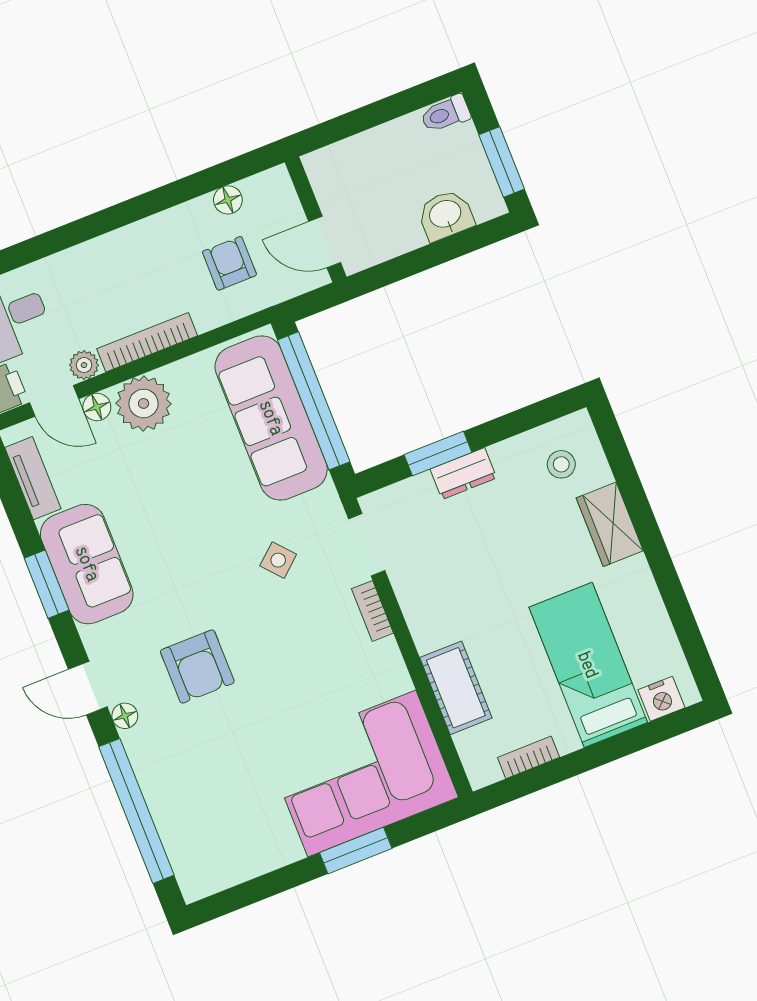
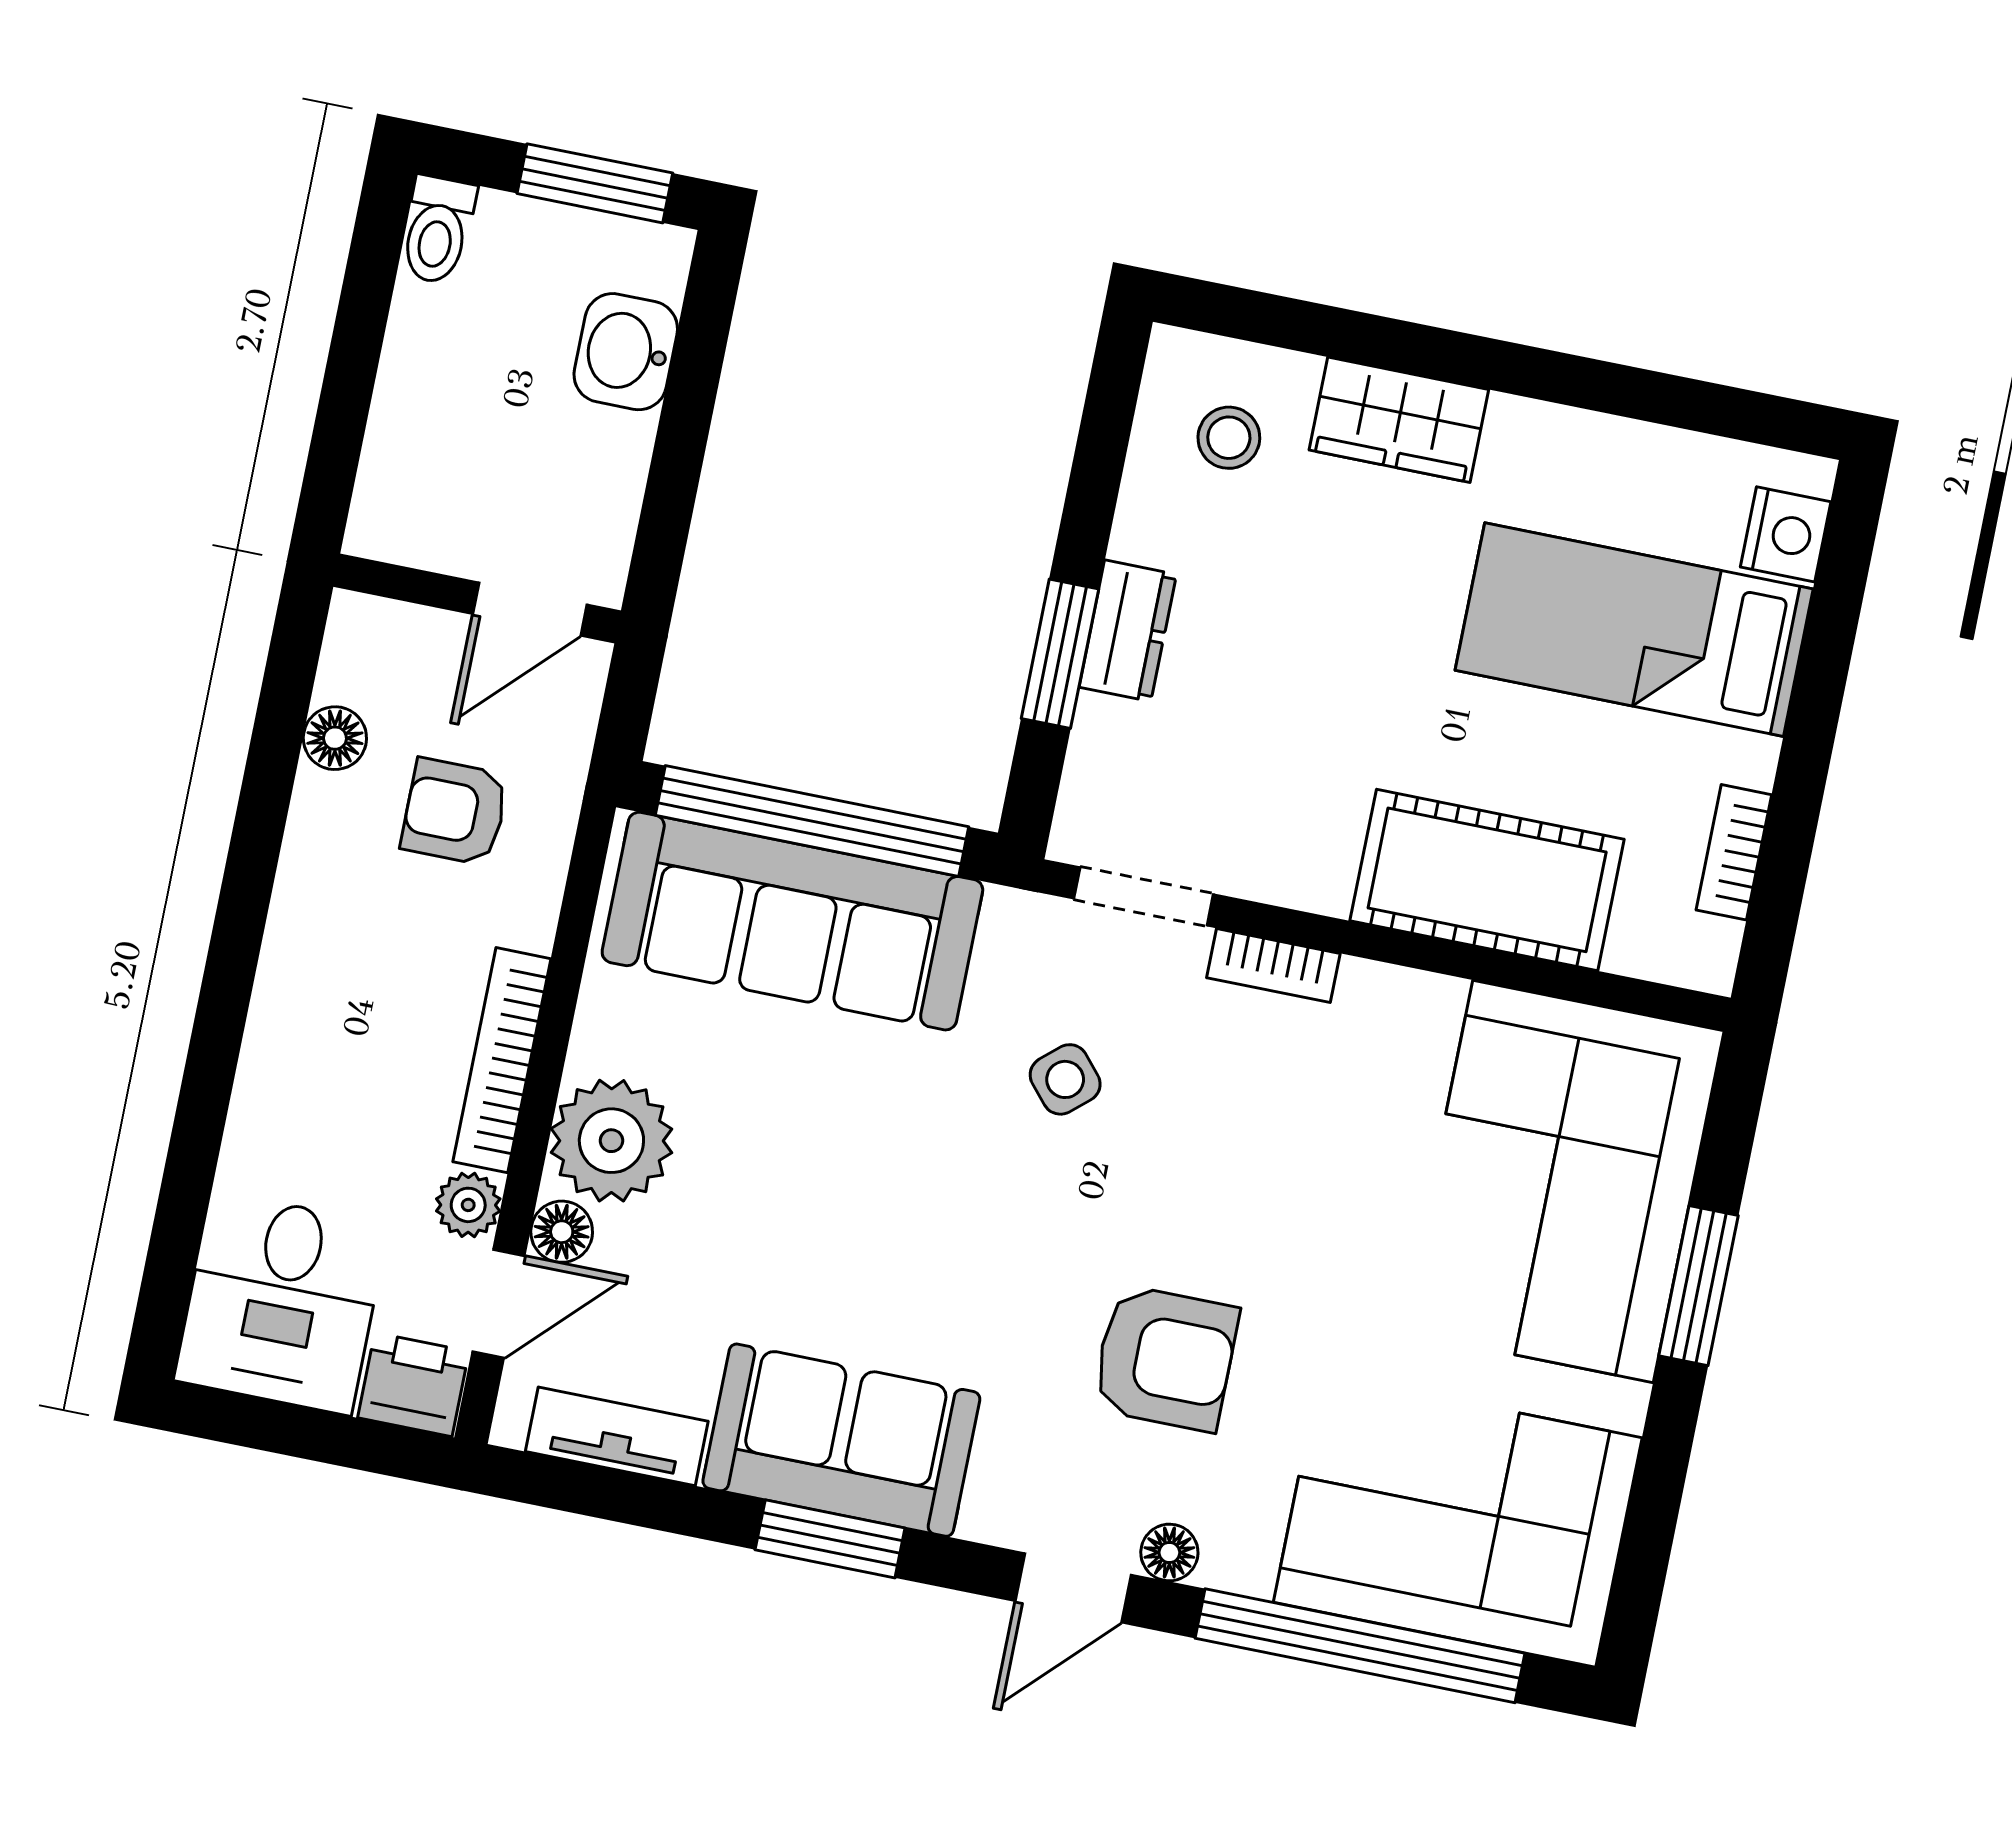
cot: (456, 688) -> (1487, 880), width x1.37, depth x1.34
corner sofa: (208, 817) -> (1458, 1520), added

